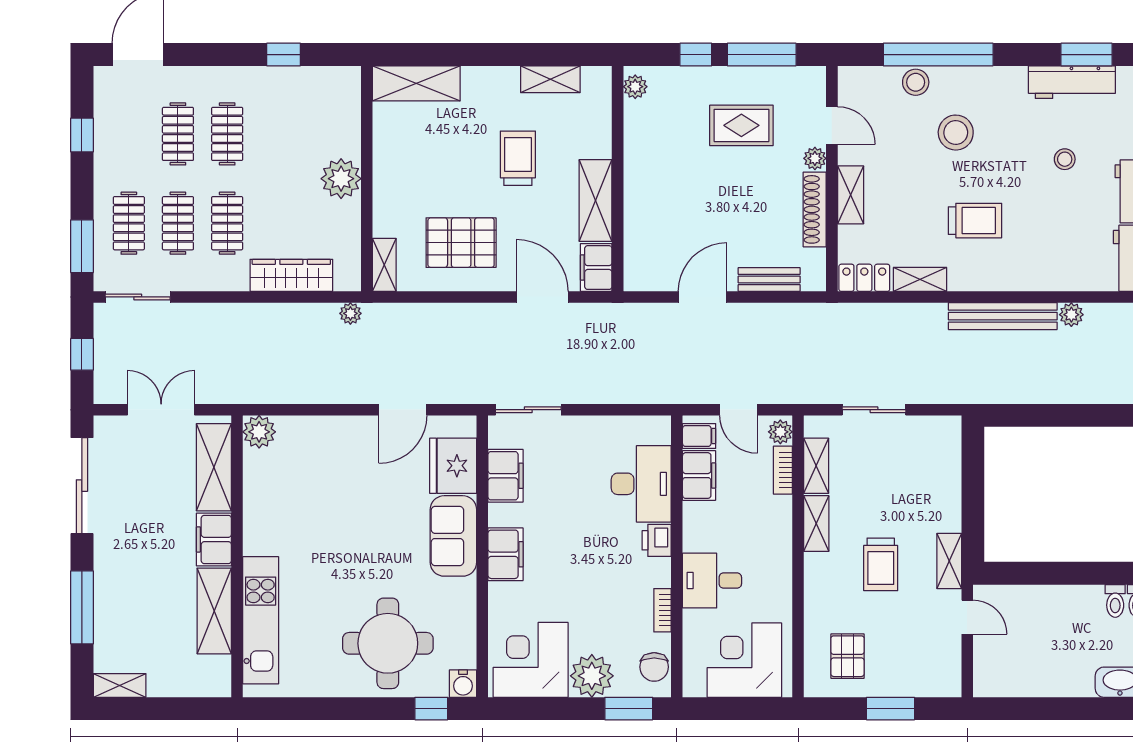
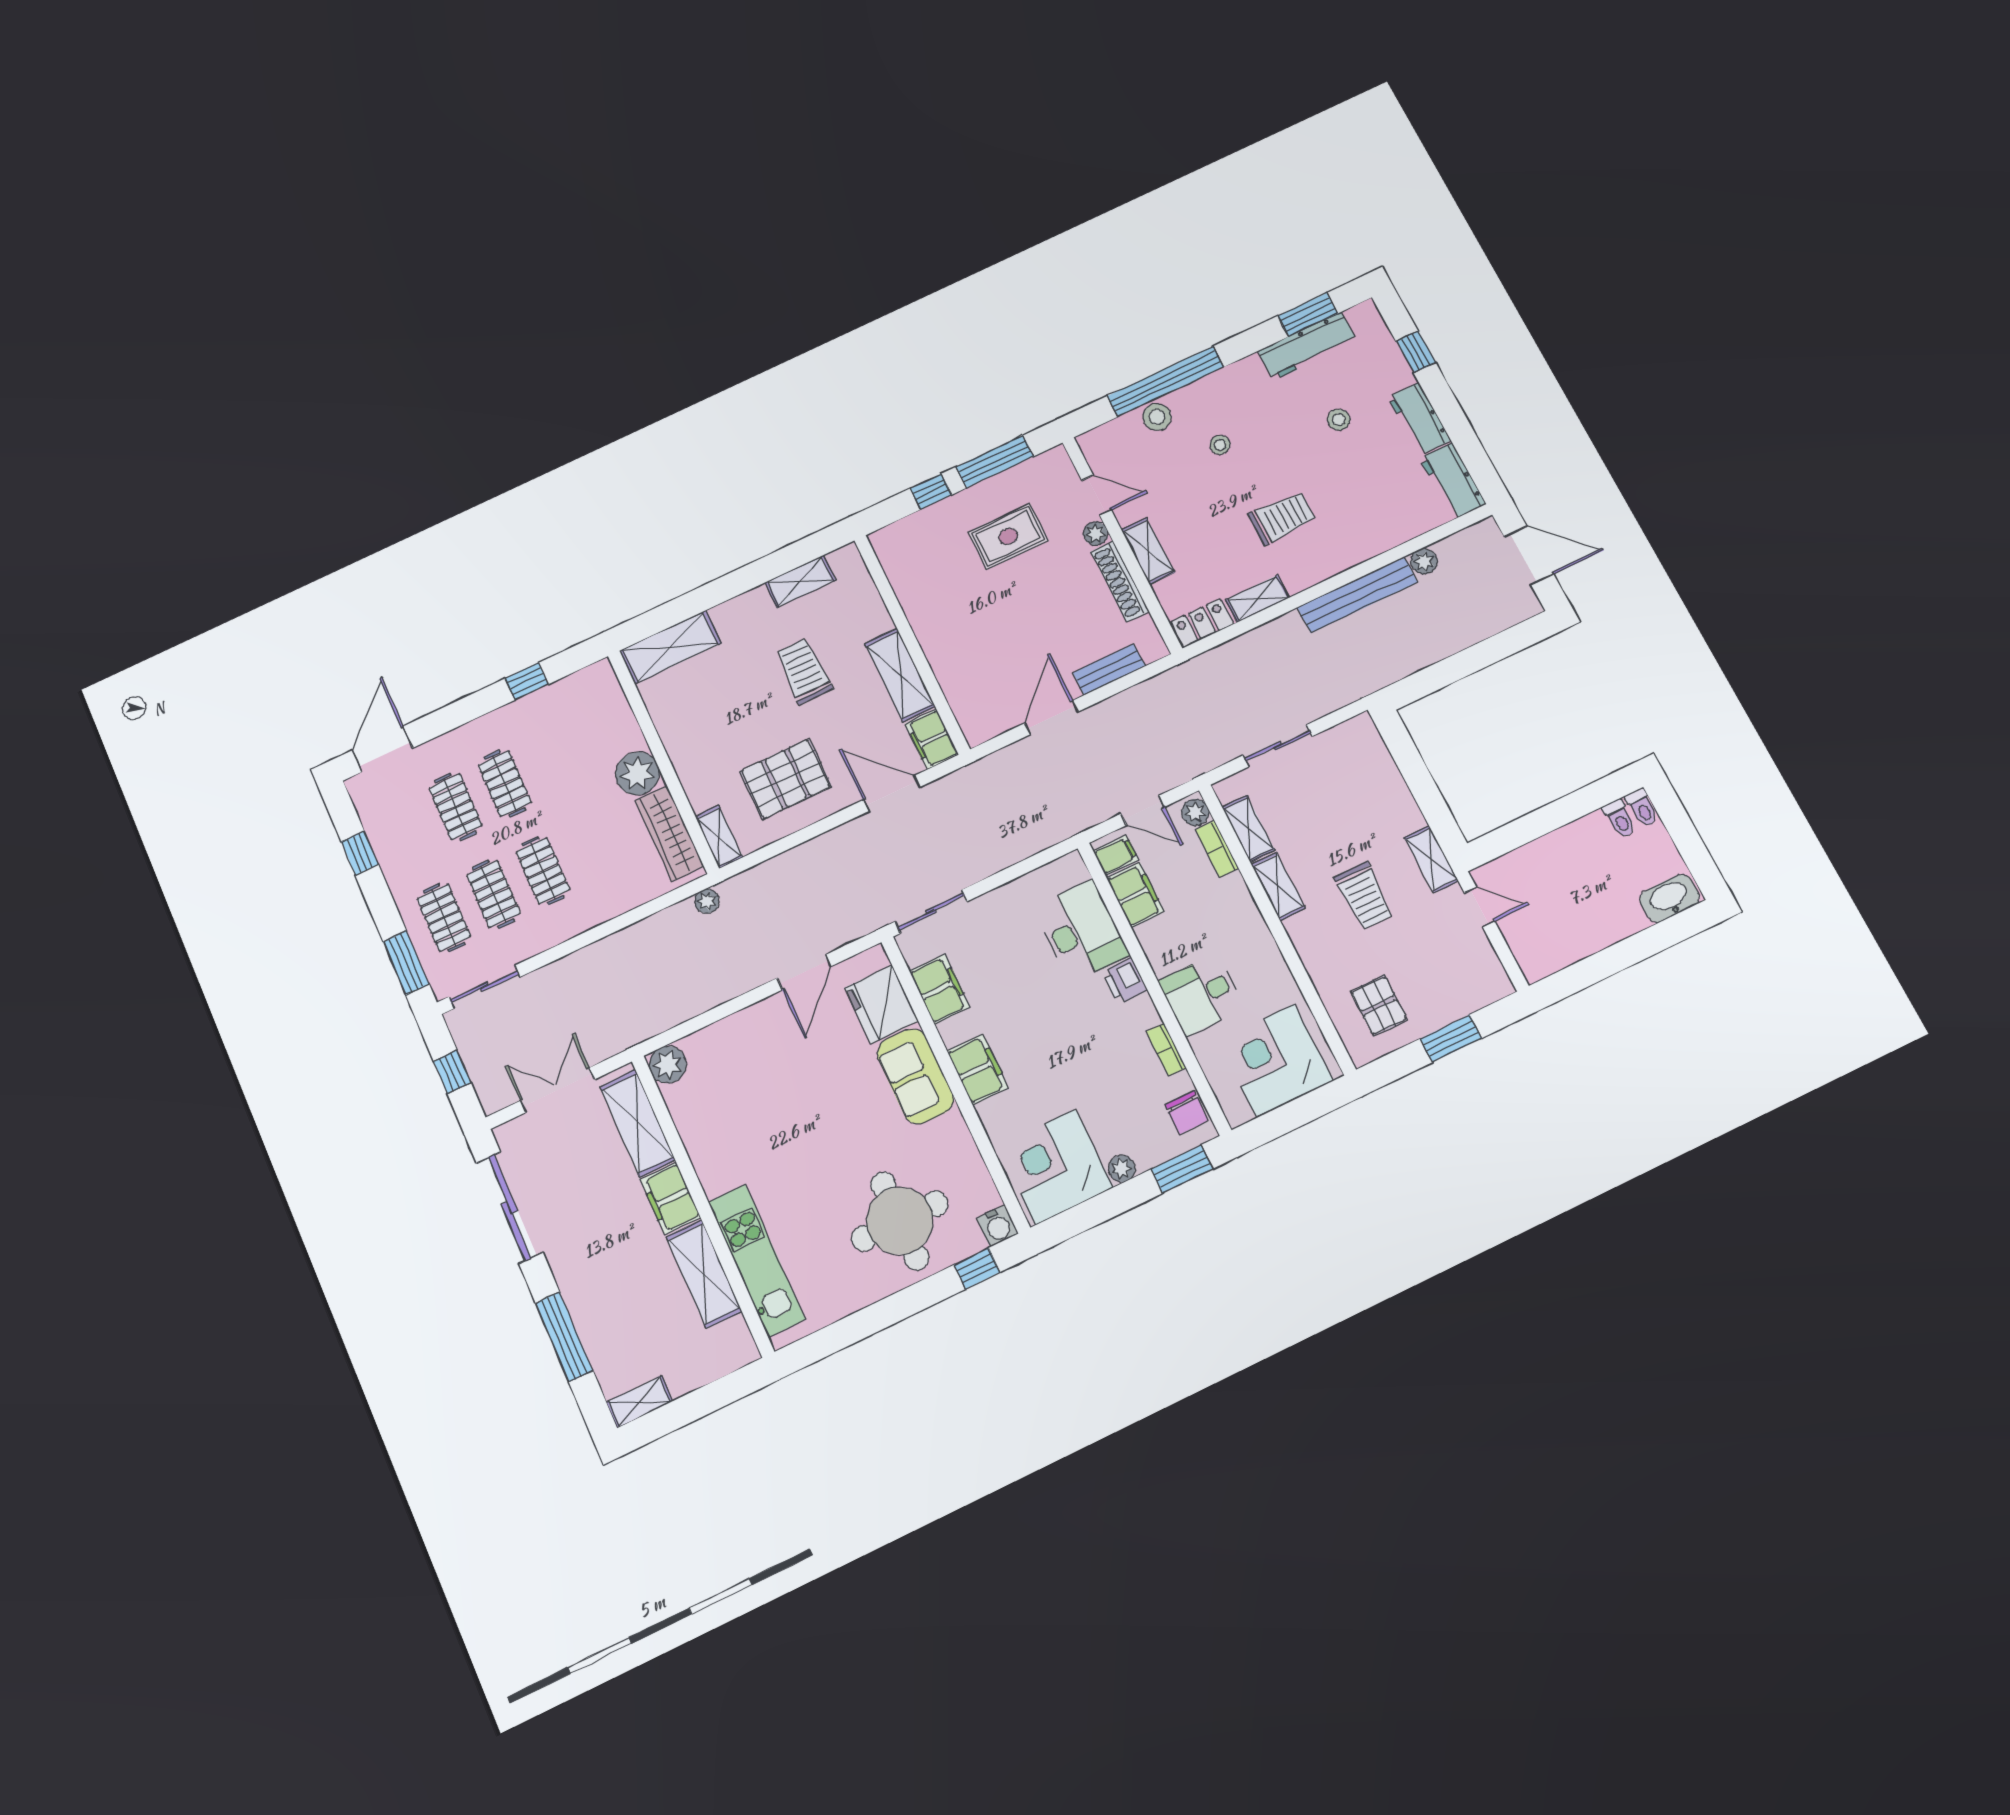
plant: (635, 87) -> (887, 549), removed
stool: (956, 133) -> (1220, 445), width x0.53, depth x0.53
wardrobe: (291, 275) -> (670, 833), moved, turned -90
plant: (592, 676) -> (1122, 1169), width x0.53, depth x0.53

